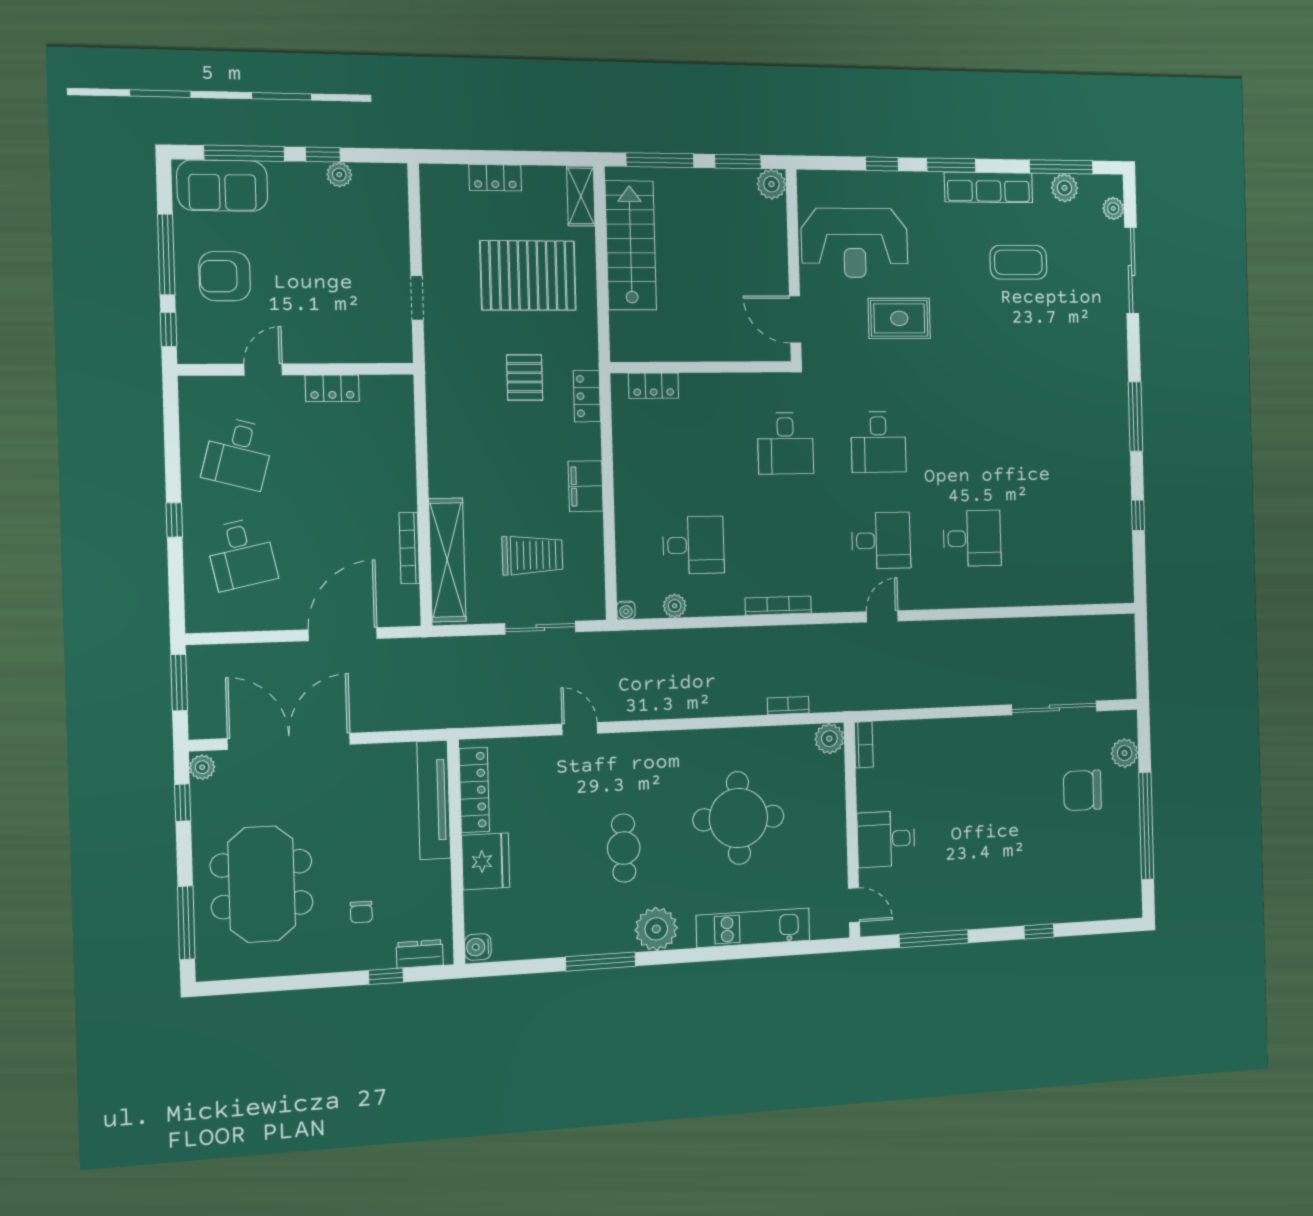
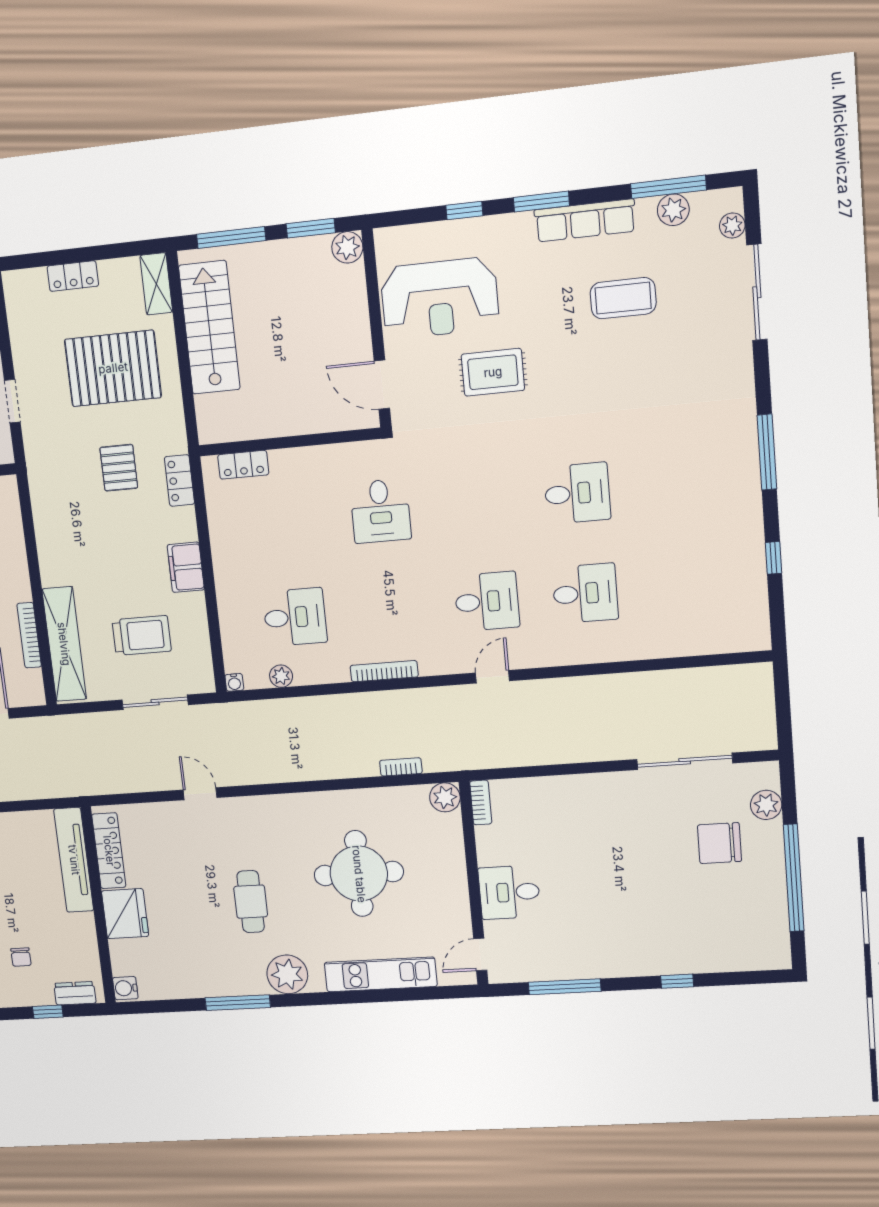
desk: (878, 442) -> (577, 493), moved, turned -90
door: (854, 905) -> (480, 954), swing flipped

